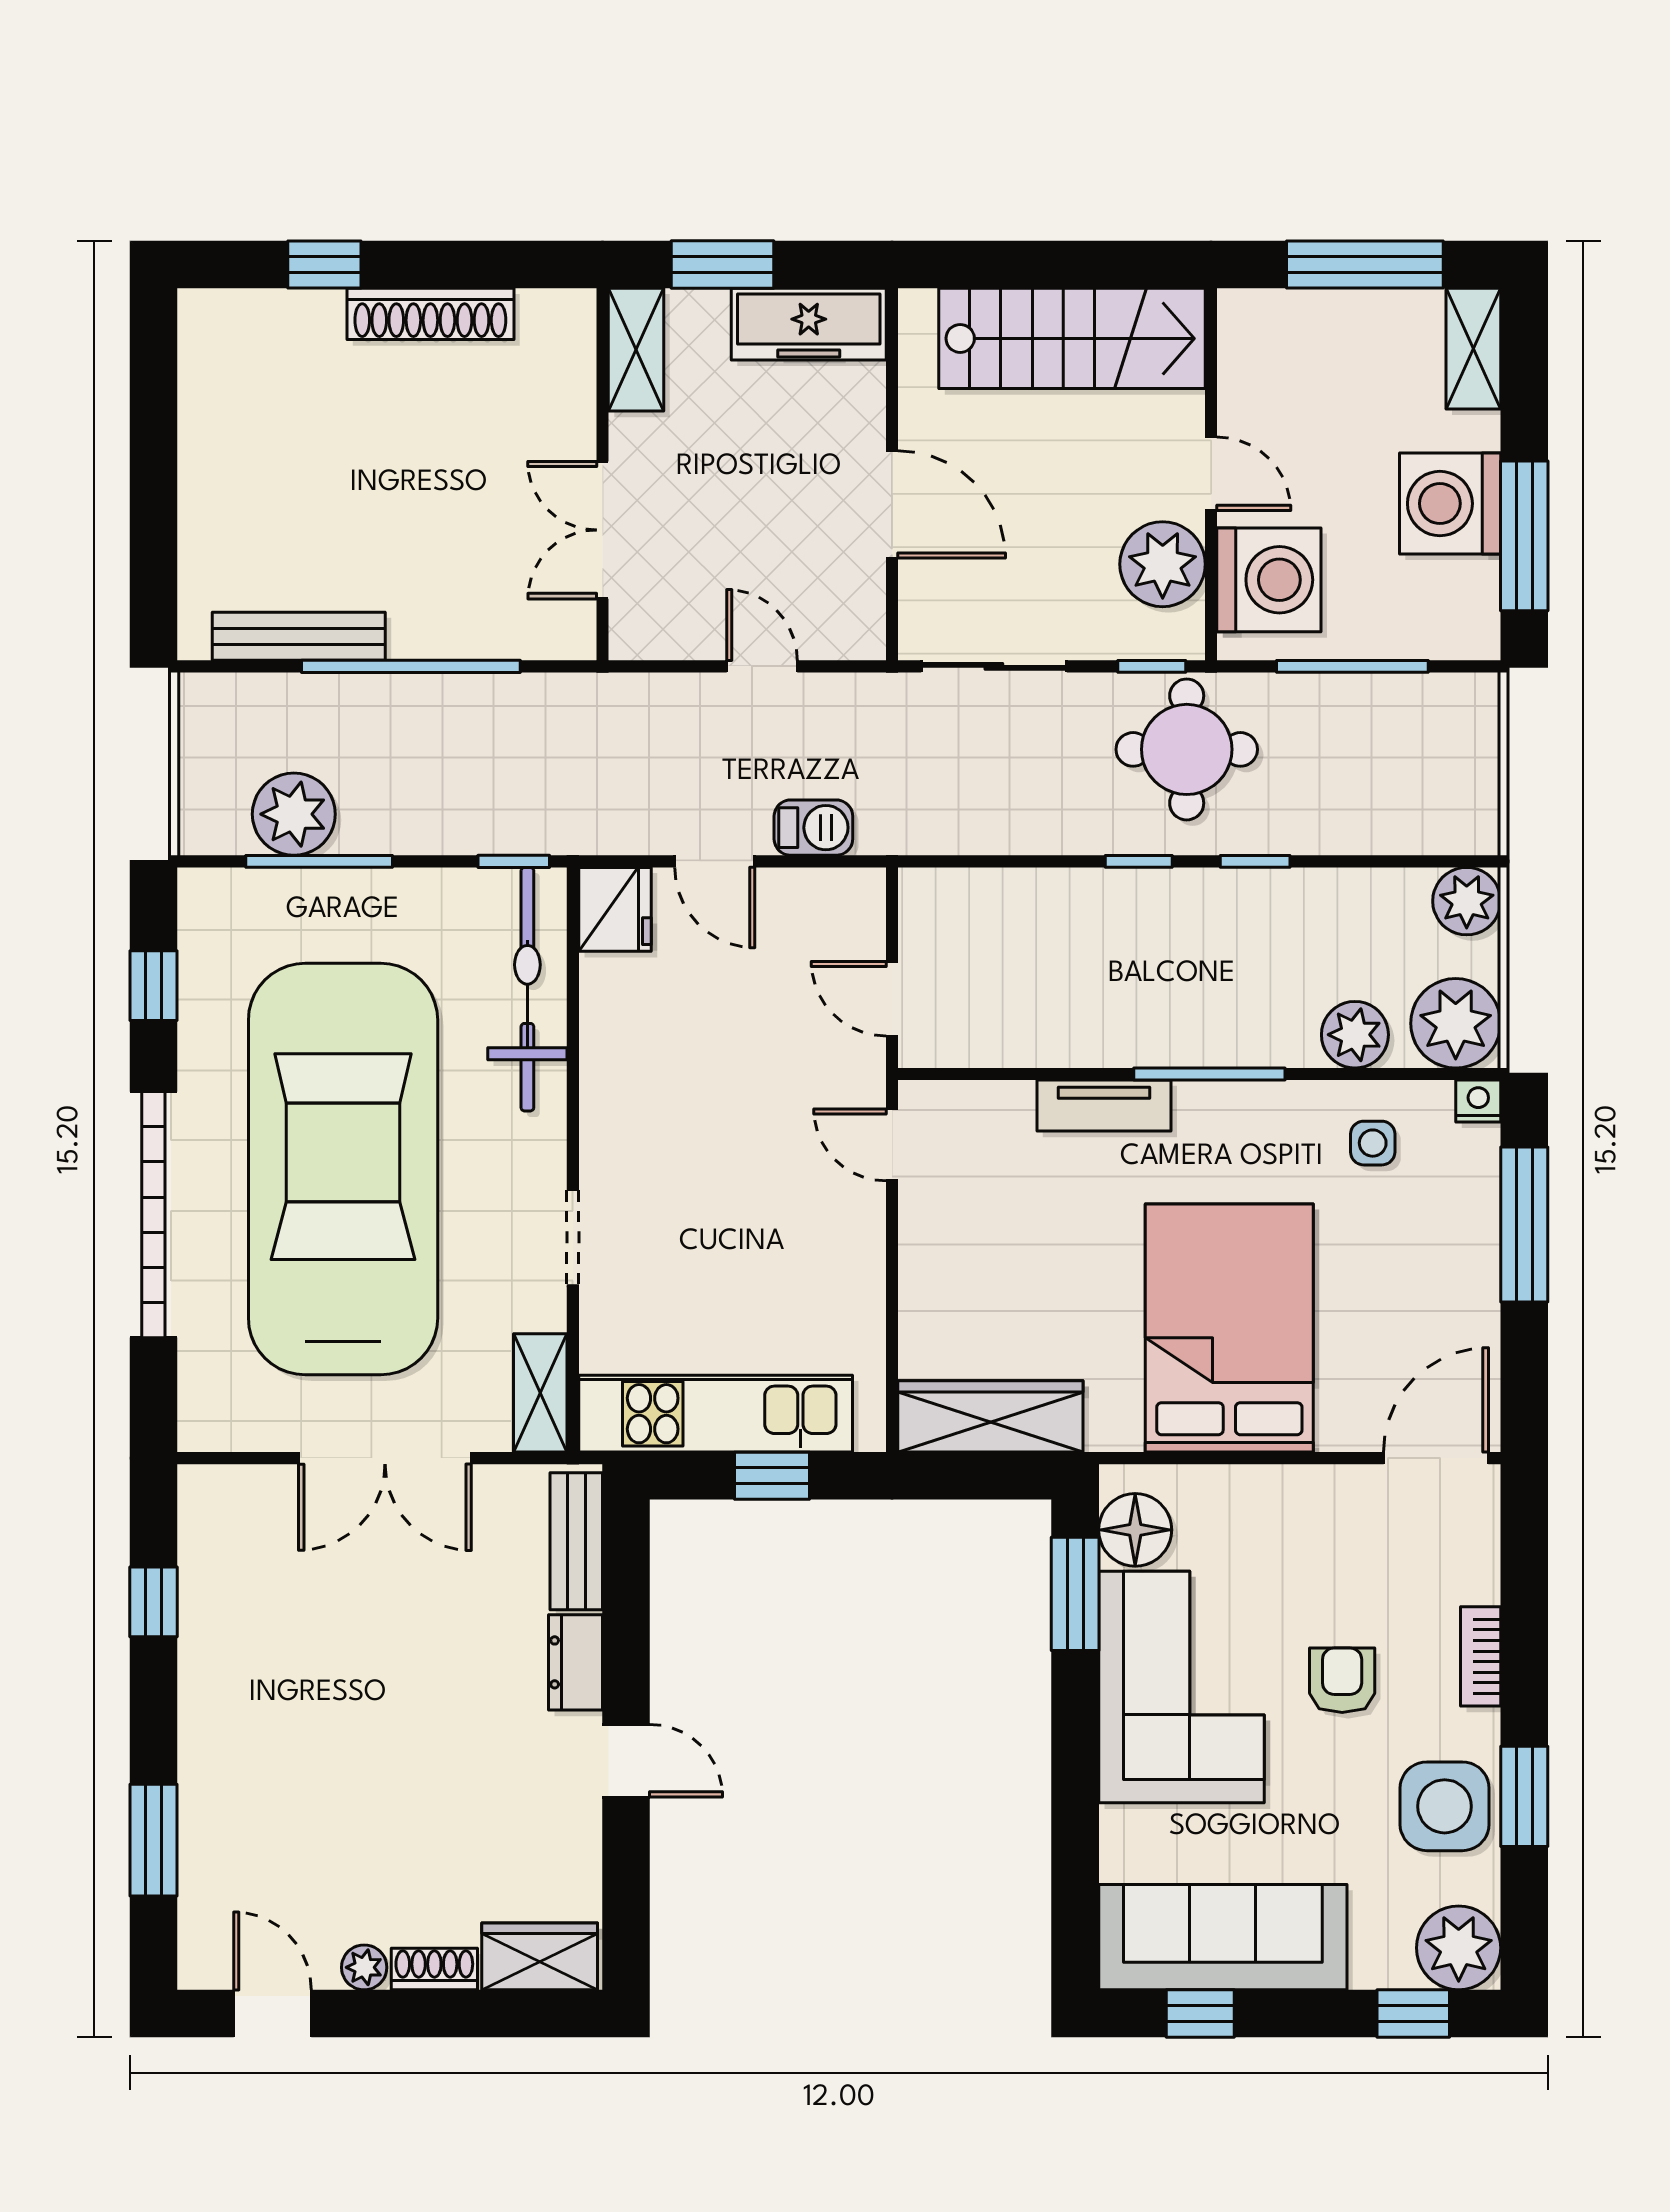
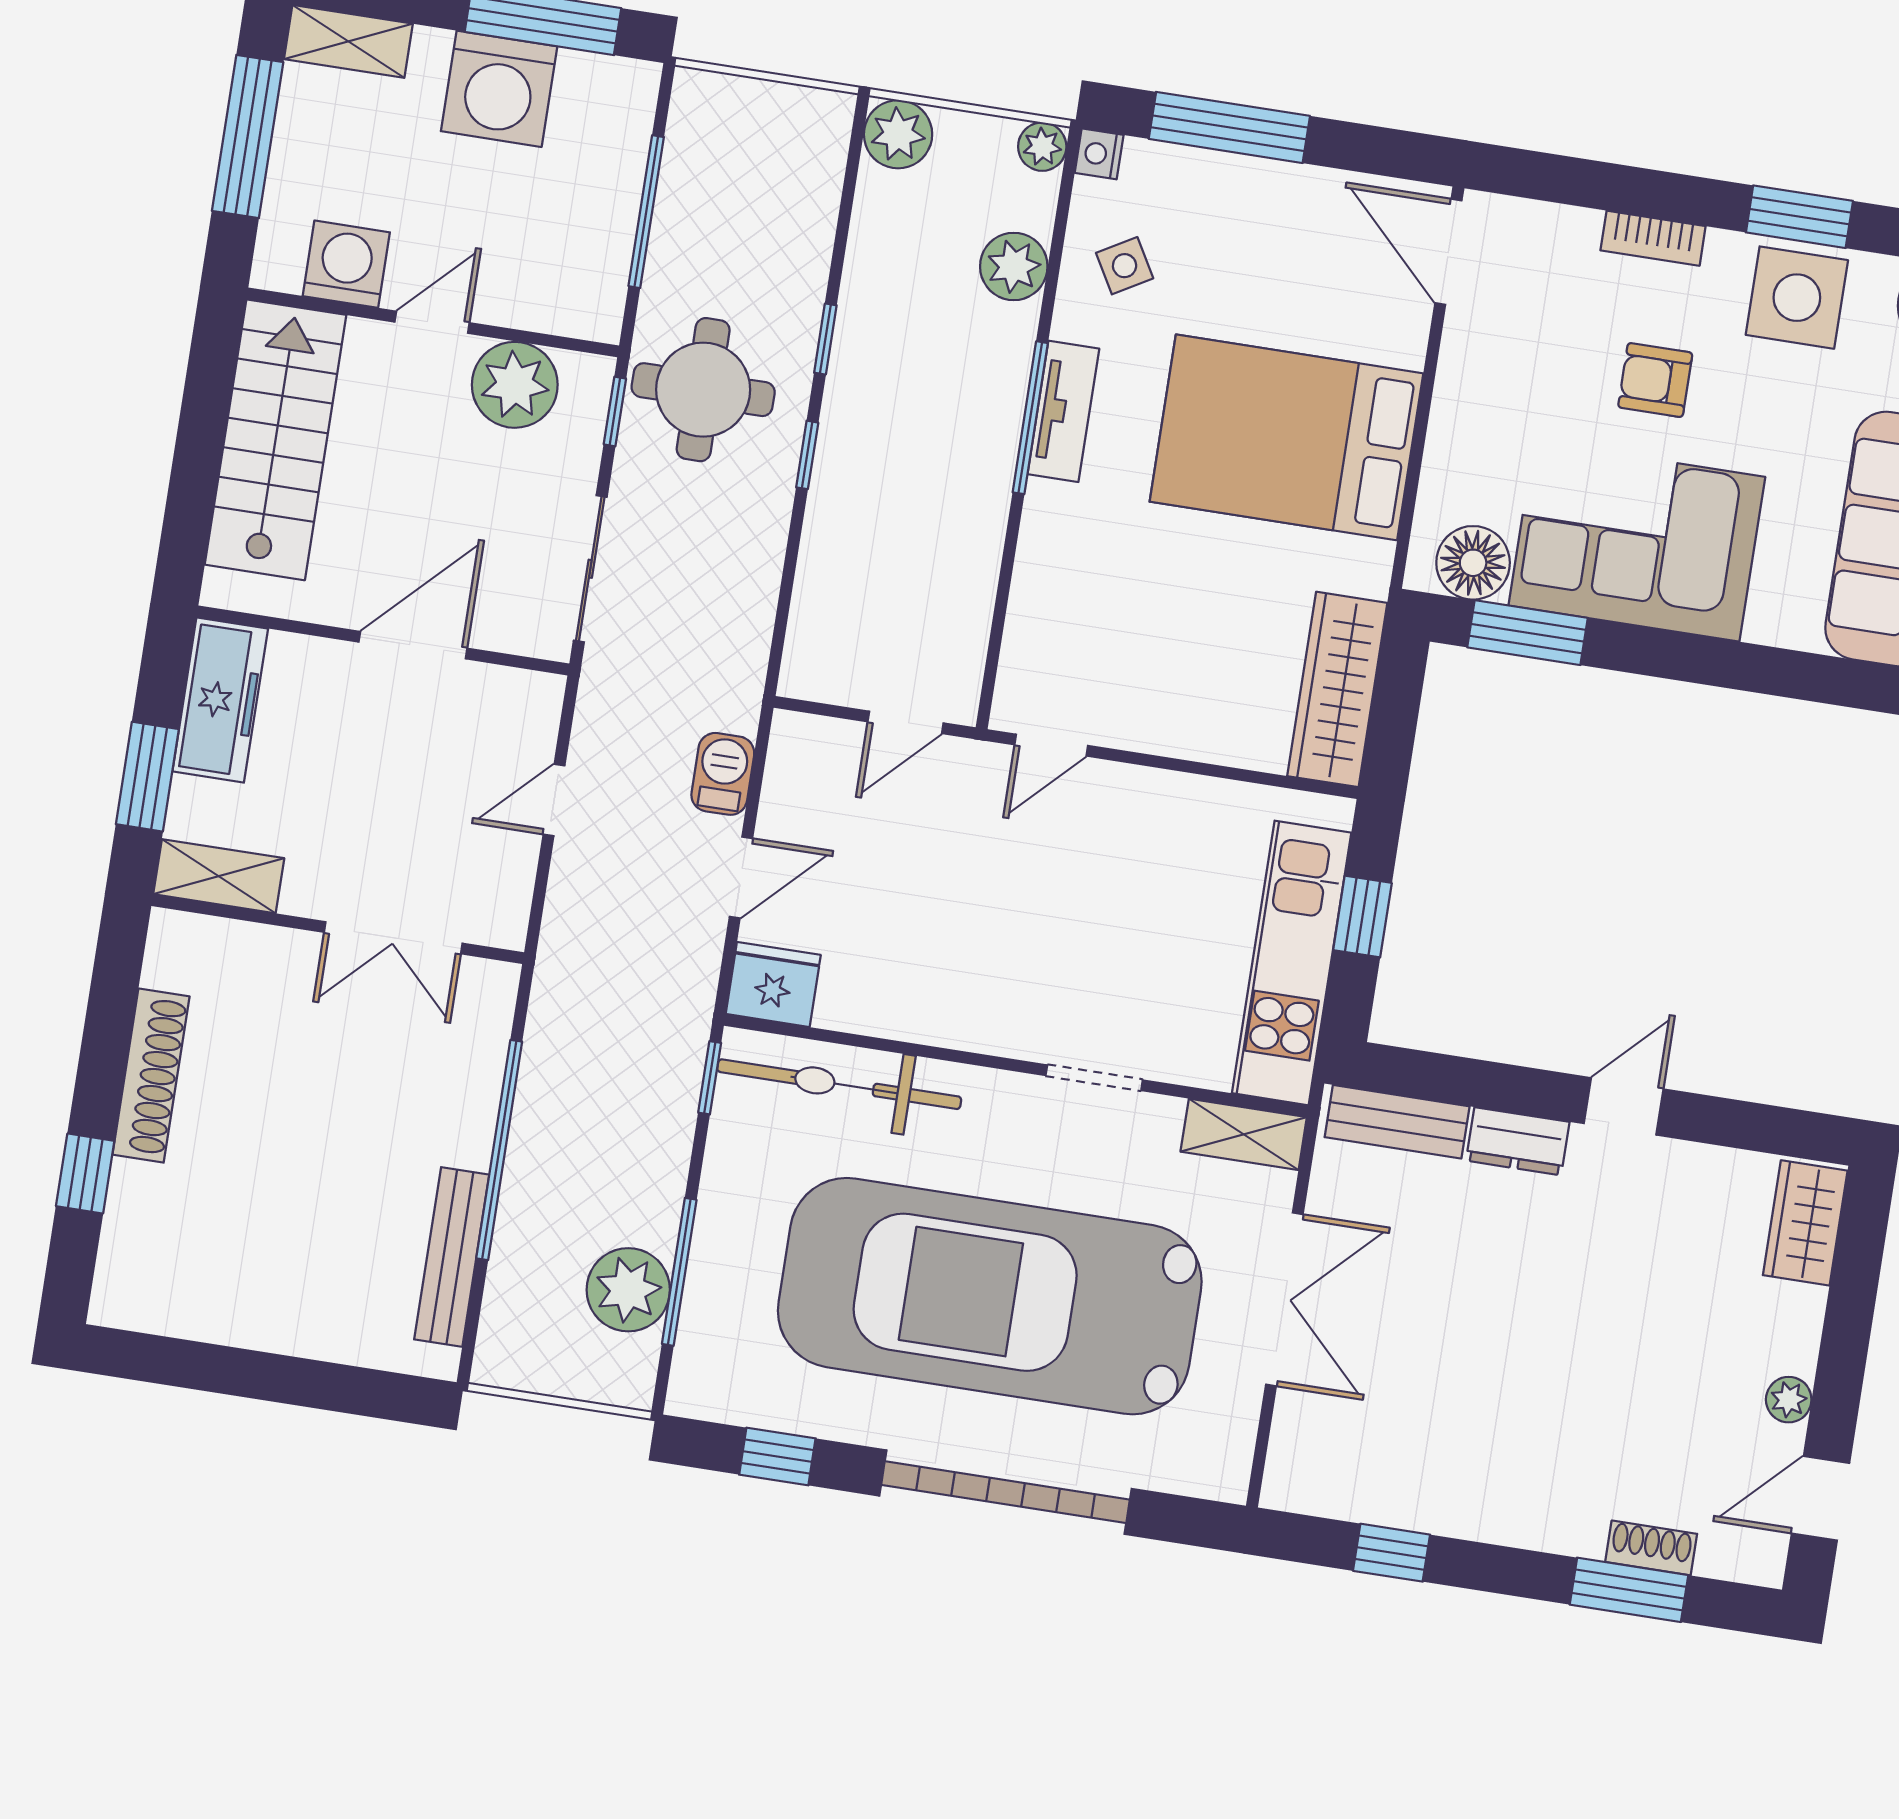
washing machine: (1269, 580) -> (346, 264), moved, width x0.73, depth x0.73
plant: (1456, 1023) -> (1042, 147), width x0.53, depth x0.53
tv unit: (1104, 1106) -> (1063, 411), moved
side table: (1373, 1143) -> (1125, 266), turned -30
shoe rack: (434, 1969) -> (1651, 1548), moved, turned 90

